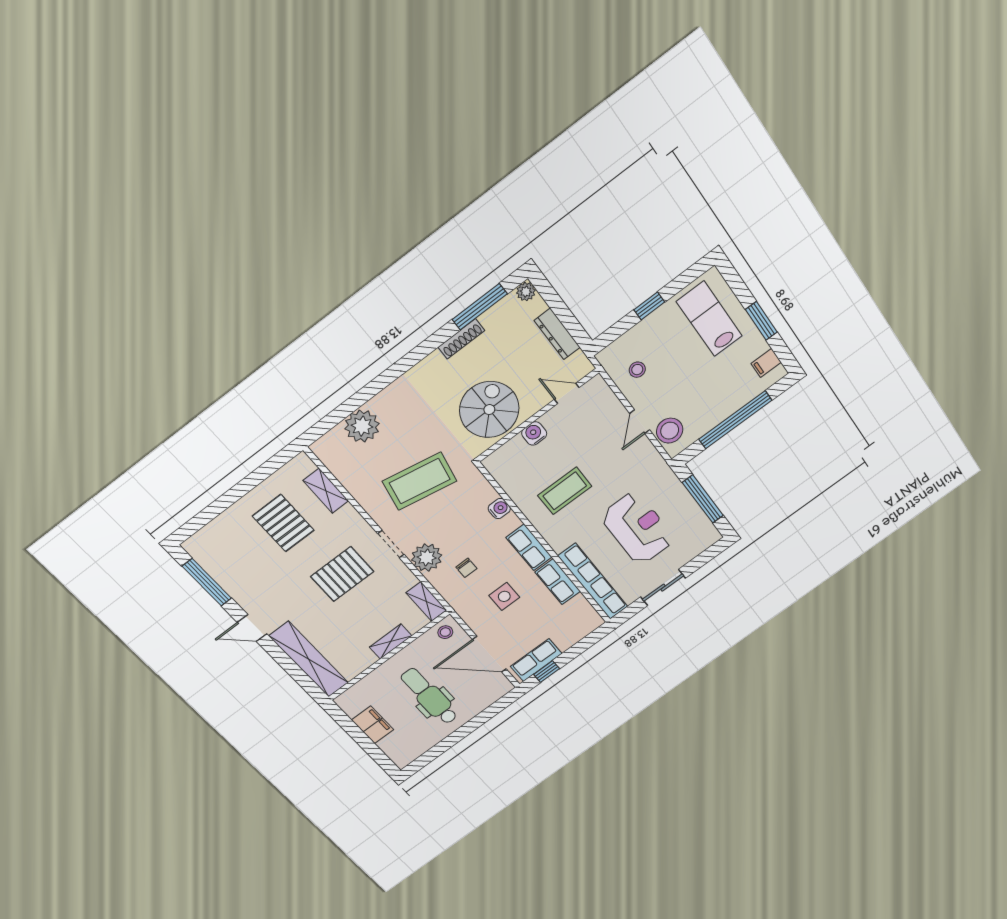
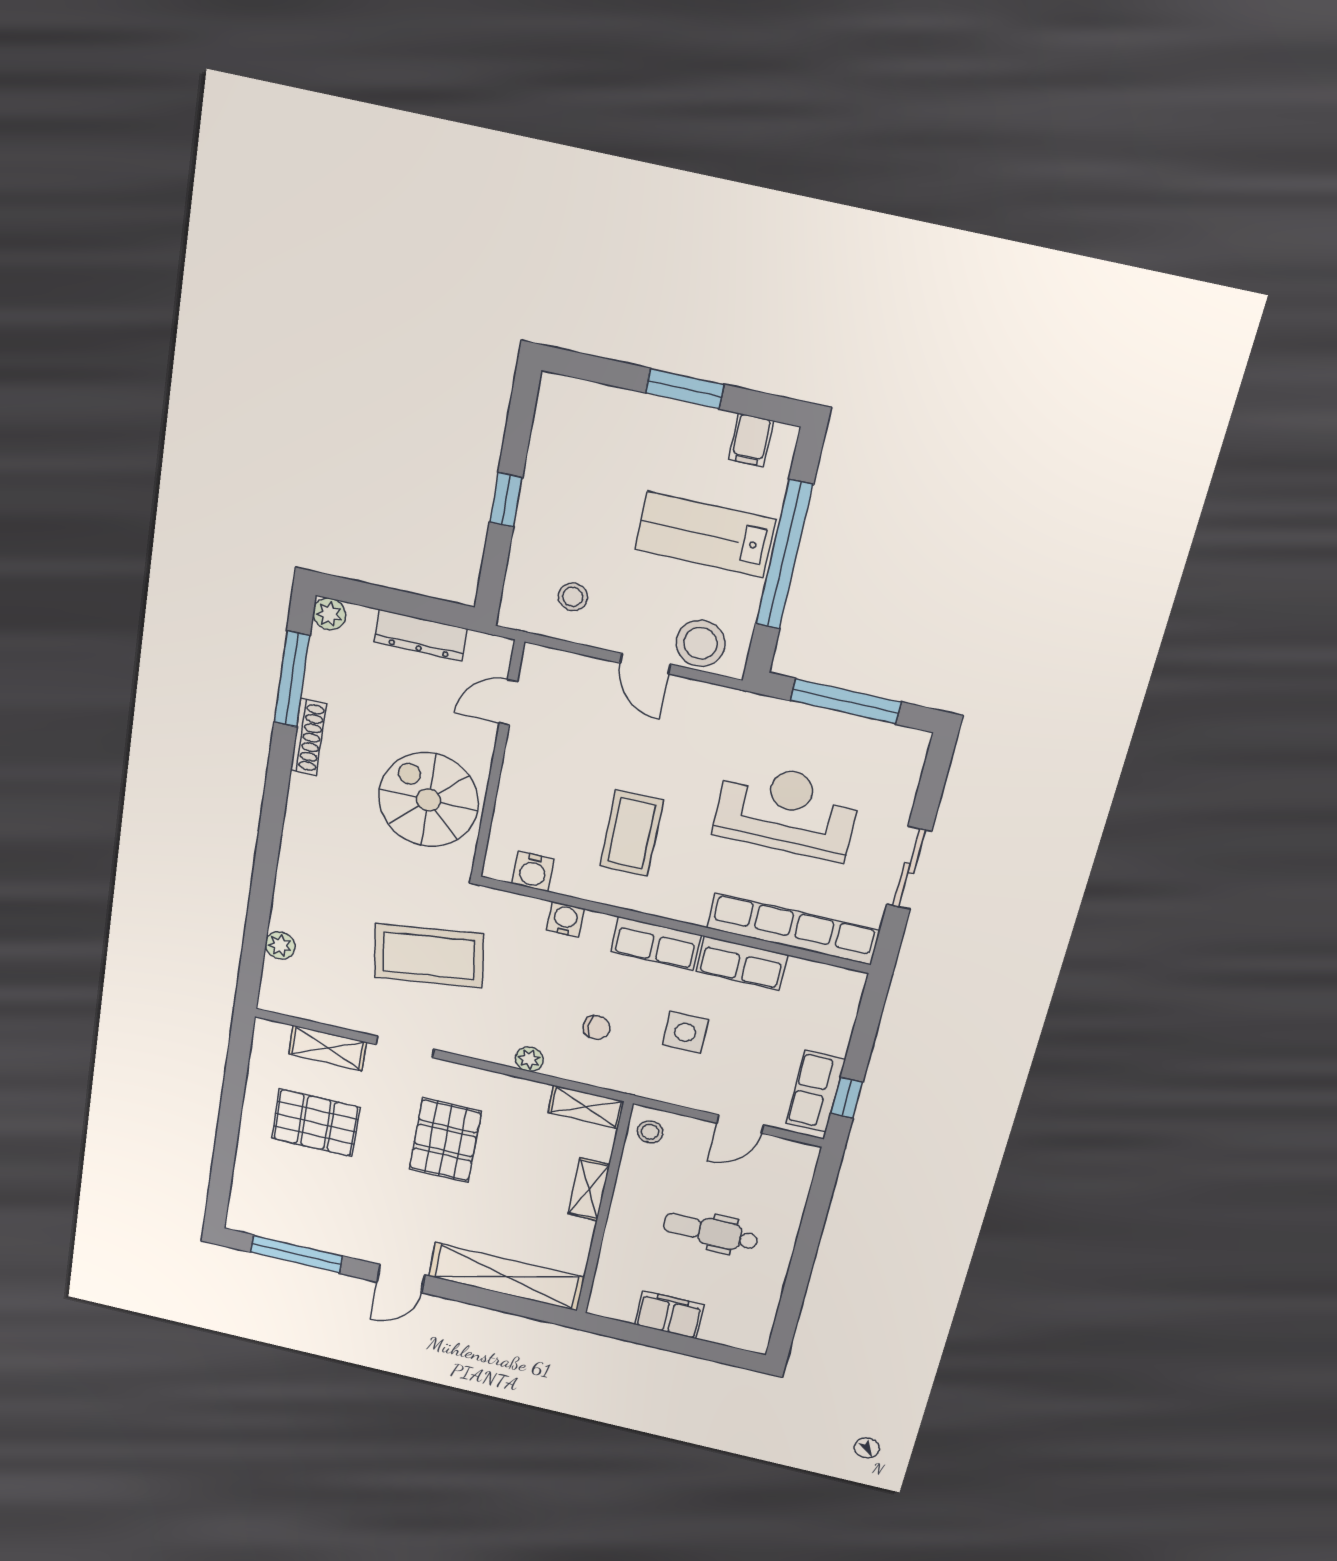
lab bench: (709, 319) -> (705, 534), moved
plant: (362, 426) -> (280, 945), width x0.53, depth x0.53
water cooler: (534, 433) -> (533, 871), moved, turned -90
coffee table: (420, 481) -> (429, 956), turned 71
doorway: (391, 544) -> (405, 1047), moved
plant: (427, 558) -> (529, 1059), width x0.53, depth x0.53
door: (489, 654) -> (740, 1124), width x0.53
dental chair: (429, 696) -> (711, 1232), width x0.73, depth x0.72

